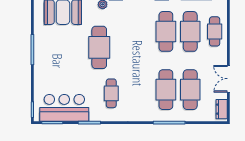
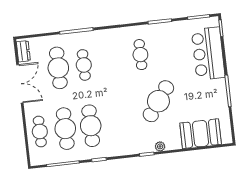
cafe table: (99, 47) -> (158, 101), turned 36
double door: (228, 79) -> (20, 84), width x1.37
cafe table: (166, 90) -> (84, 65), width x0.73, depth x0.74
bar counter: (64, 108) -> (208, 54), moved, turned 90

